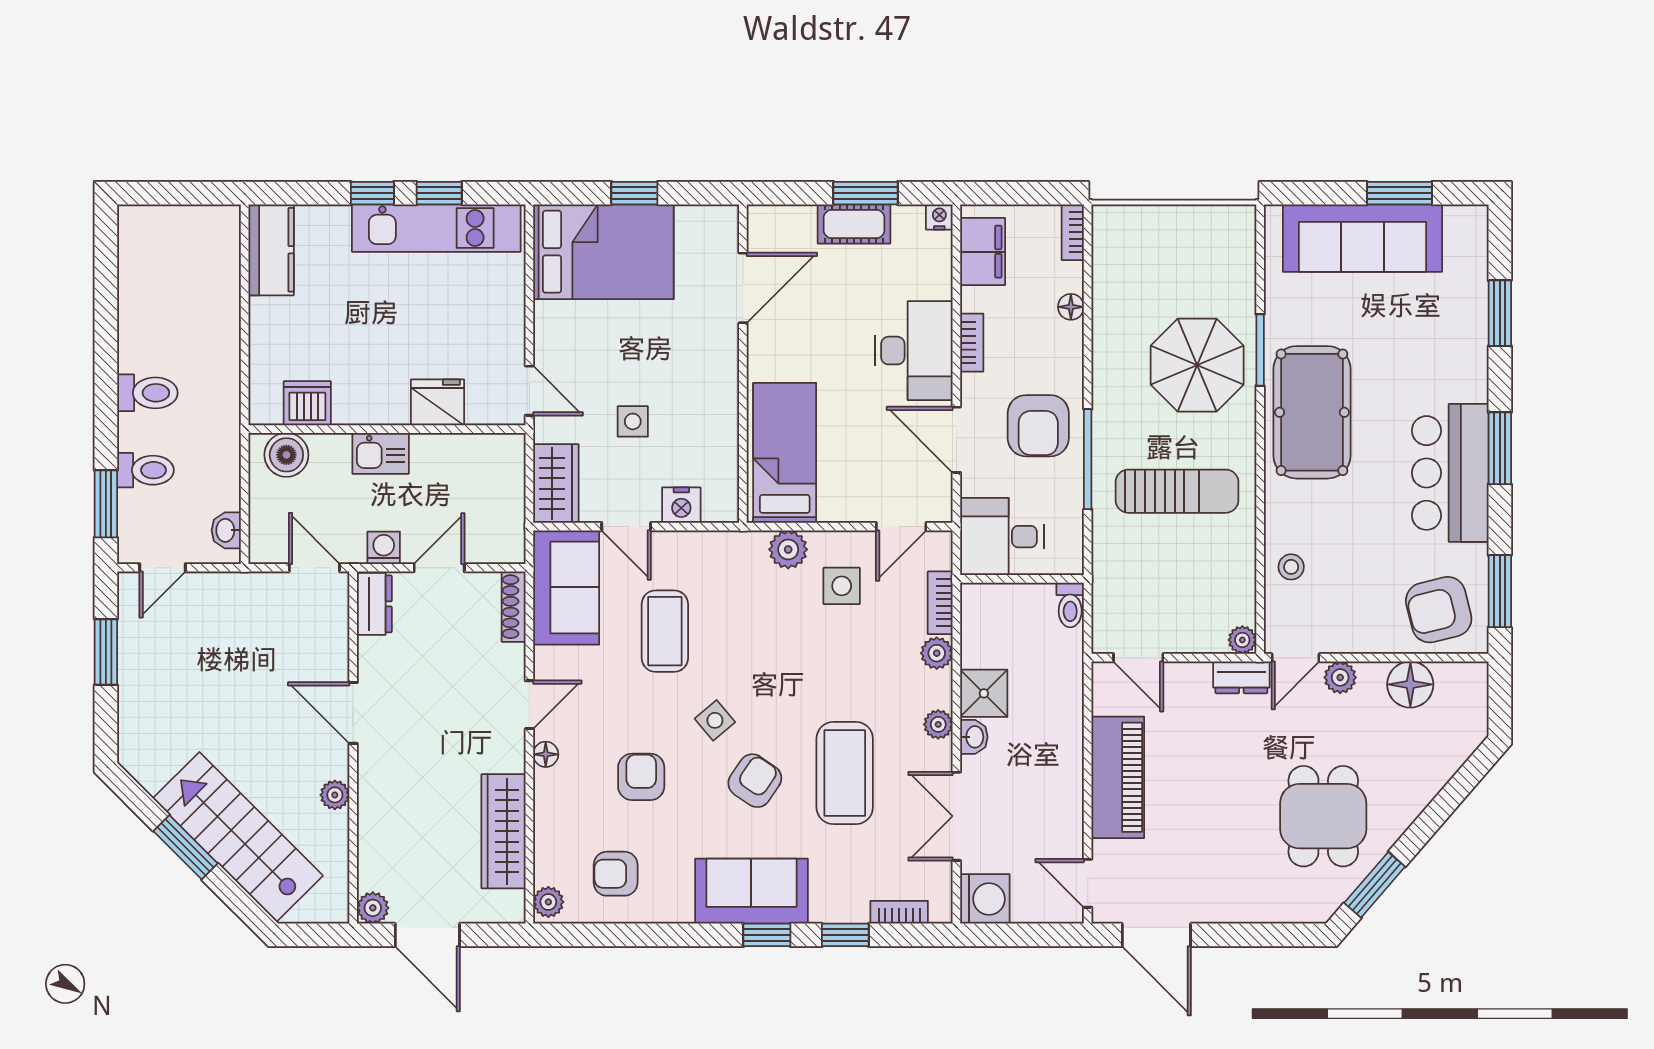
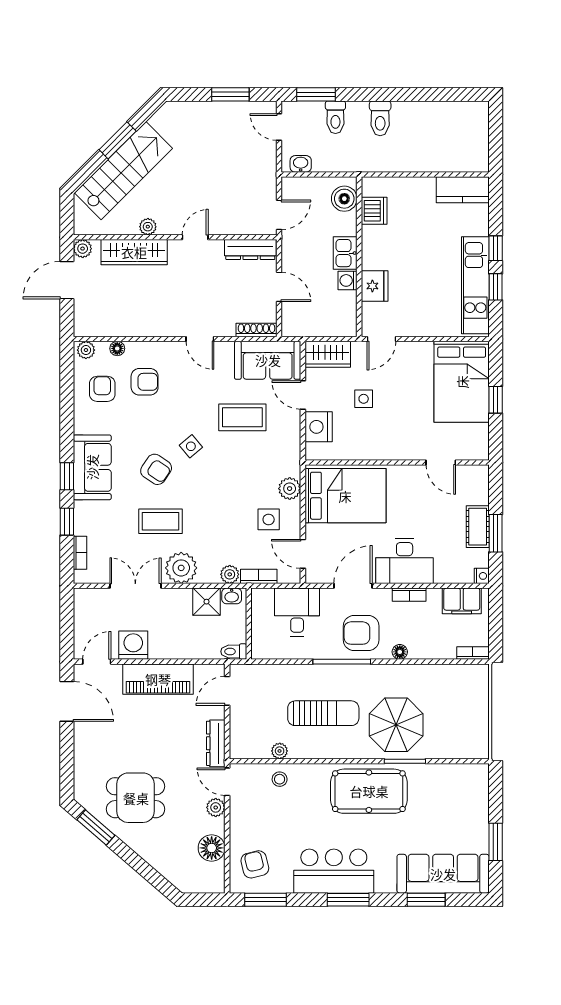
sofa: (1363, 238) -> (443, 874), moved, turned 90
door: (743, 288) -> (441, 462), width x0.73
floor lamp: (1071, 307) -> (400, 652), moved
bed: (785, 453) -> (345, 496), width x1.50
sun lounger: (1177, 491) -> (323, 713), turned -90
nightstand: (681, 505) -> (319, 427), width x1.36, depth x1.33
door: (626, 527) -> (303, 395), hinge flipped
washing machine: (384, 548) -> (348, 280), moved, turned 180
wall: (1022, 579) -> (249, 624), moved
dresser: (374, 604) -> (250, 249), width x1.44
toilet: (1070, 605) -> (234, 652), moved
armchair: (1439, 610) -> (255, 864), width x0.72, depth x0.72
plant: (1242, 640) -> (280, 751), moved
dresser: (1241, 677) -> (216, 743), width x1.44
door: (353, 713) -> (195, 237), width x0.73
plant: (938, 724) -> (181, 568), width x1.88, depth x1.88
washbasin: (974, 737) -> (232, 596), moved
floor lamp: (546, 754) -> (117, 348), moved
coffee table: (845, 773) -> (160, 521), width x0.73, depth x0.76
armchair: (641, 777) -> (145, 382), moved
wardrobe: (503, 831) -> (134, 252), moved, turned 180
washing machine: (985, 899) -> (133, 645), moved, turned 180
door: (1156, 935) -> (67, 701), swing flipped

